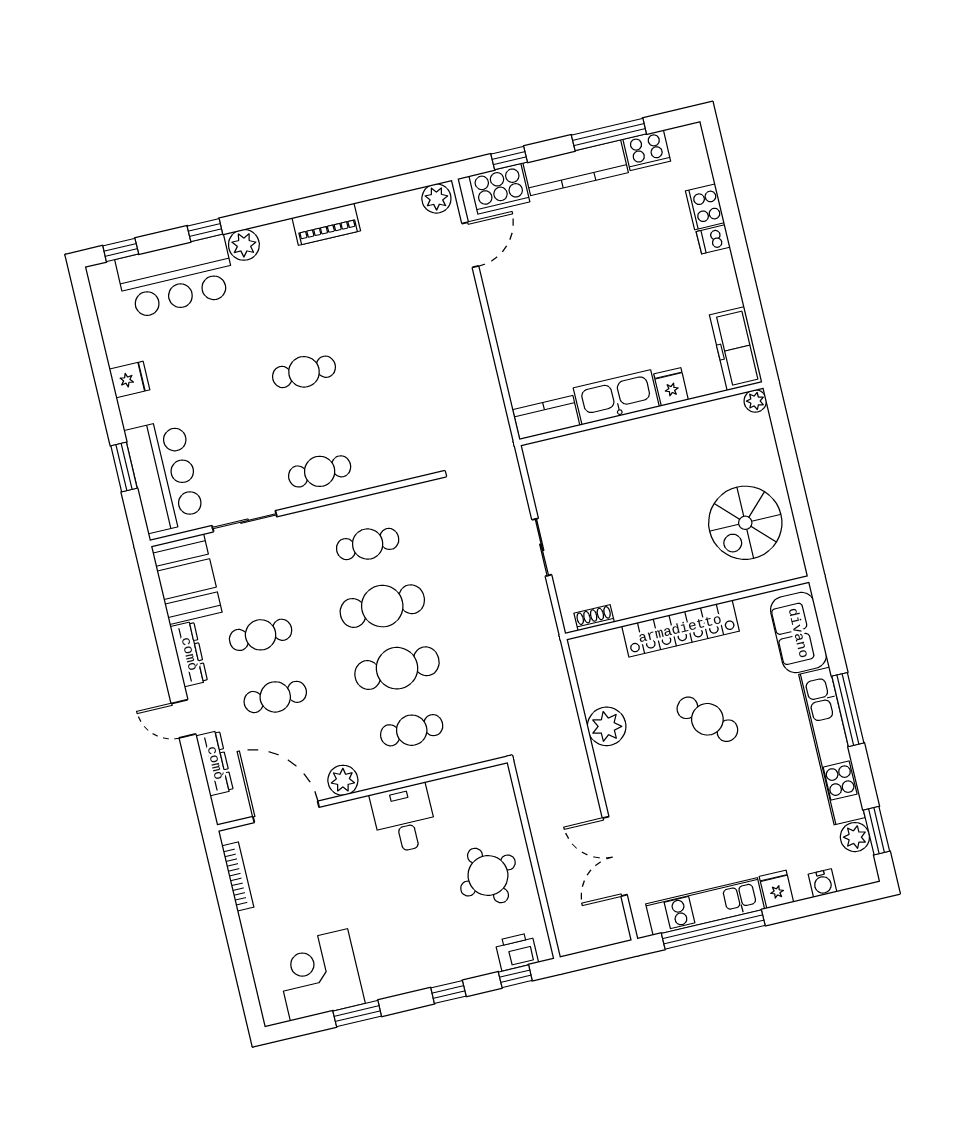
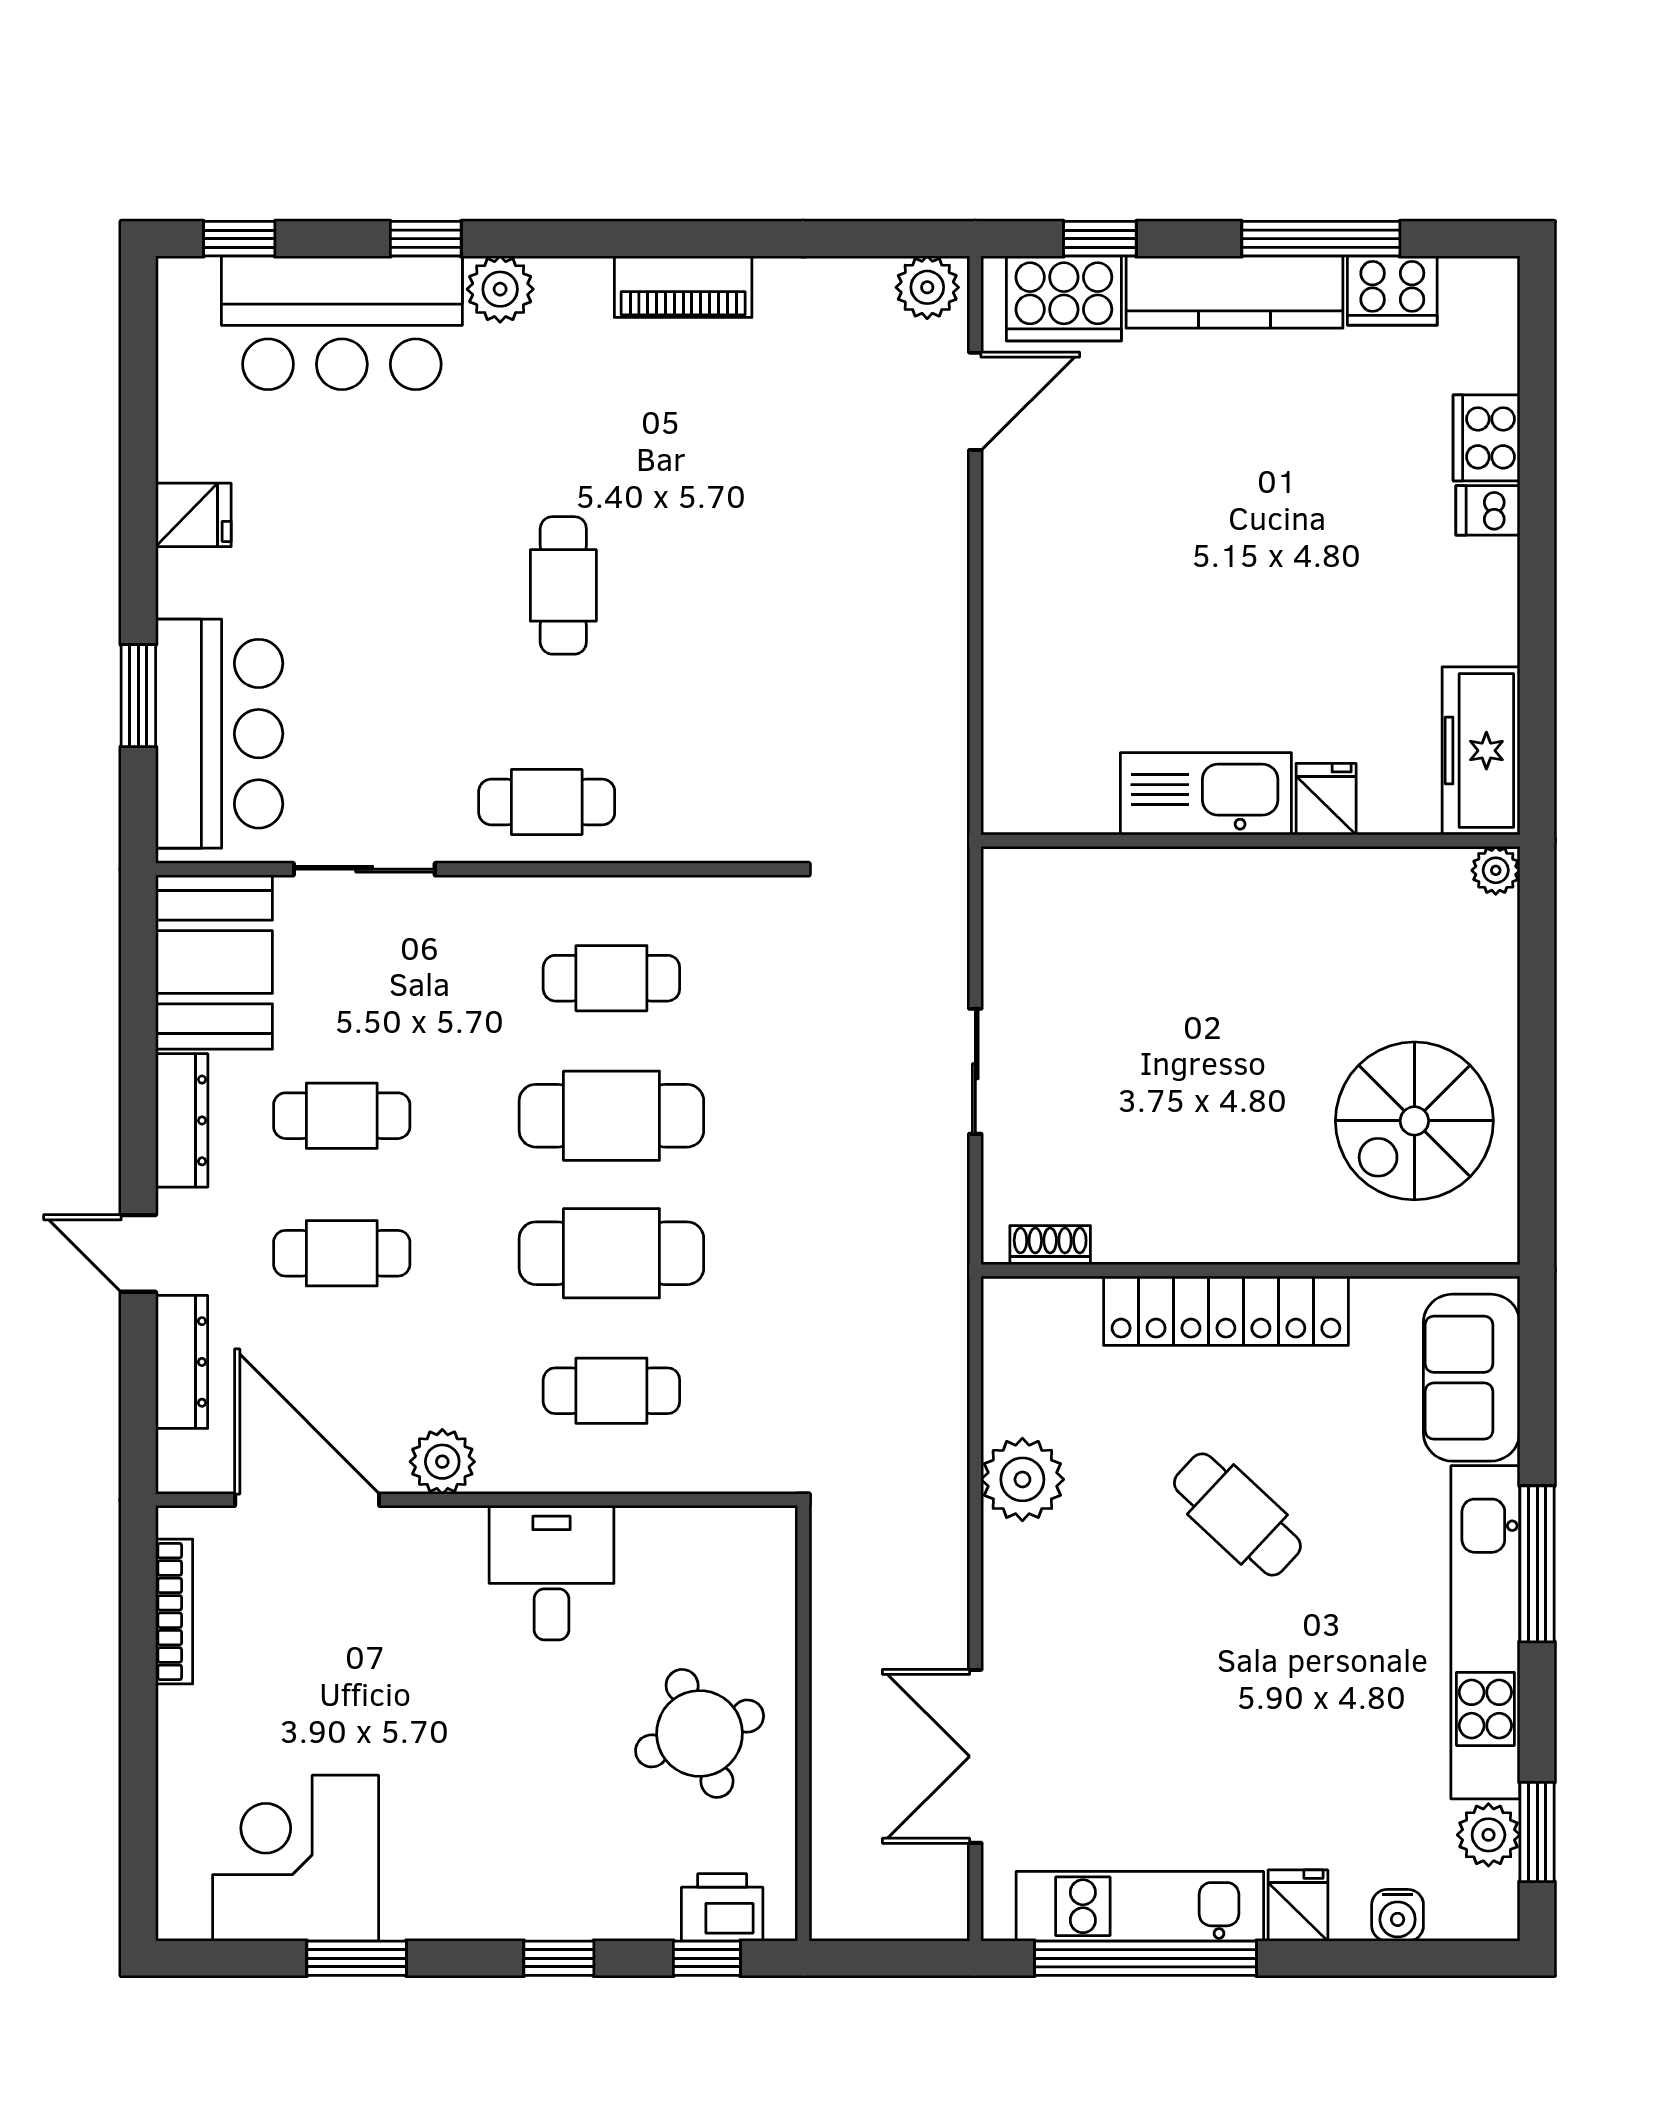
cafe table: (304, 372) -> (563, 585), turned 90
kitchen counter: (546, 418) -> (1049, 801), removed

